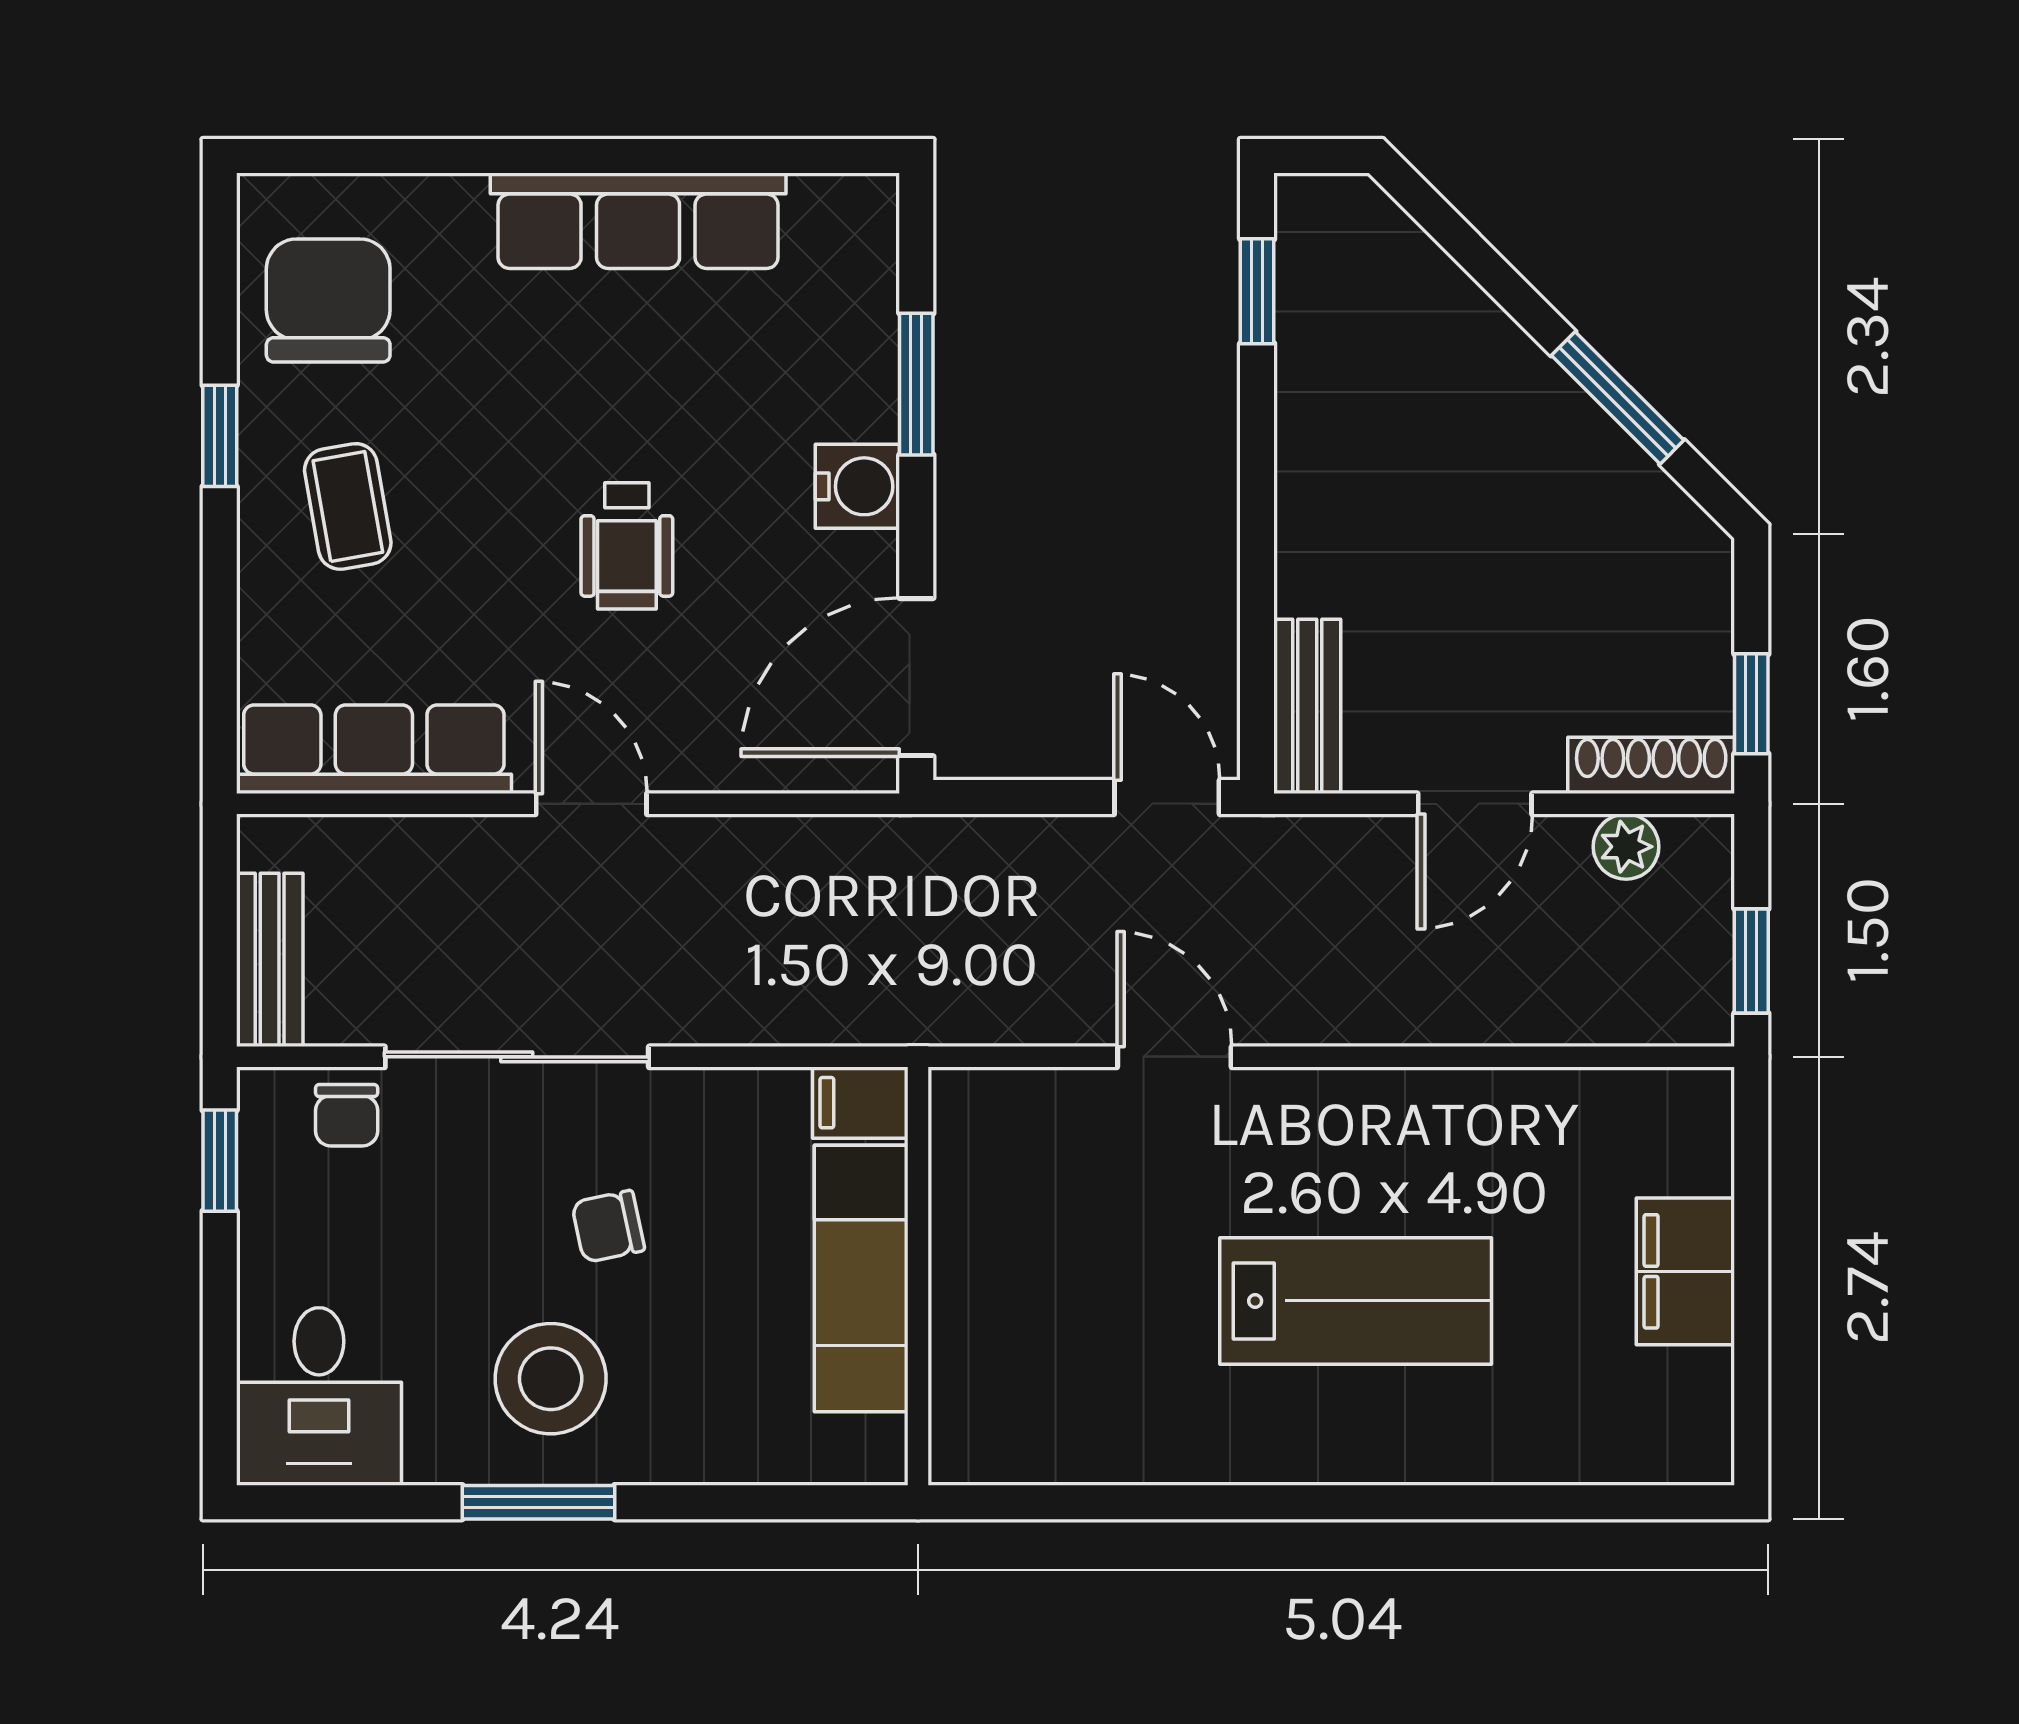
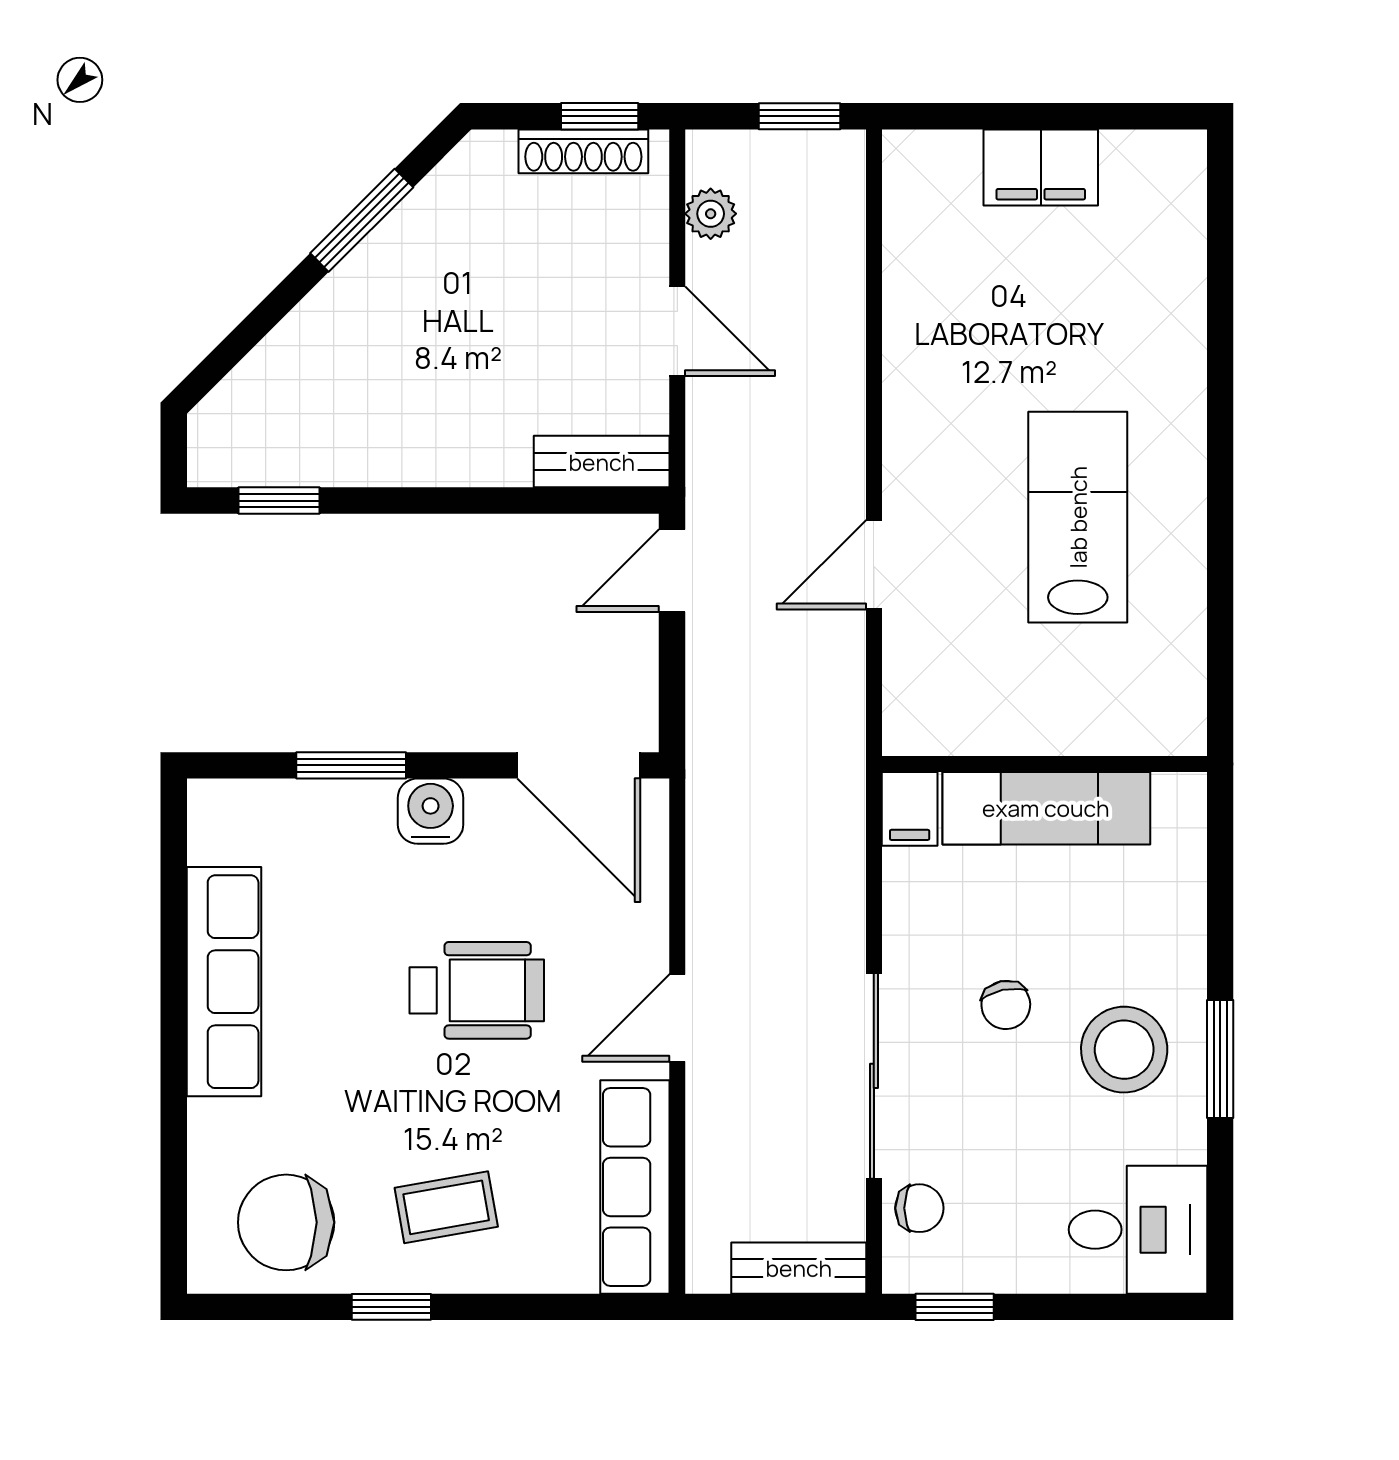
wheelchair: (627, 546) -> (477, 990), width x1.36, depth x1.37
shoe rack: (1651, 765) -> (583, 151), moved, turned -90
lab bench: (1356, 1301) -> (1078, 517), moved

